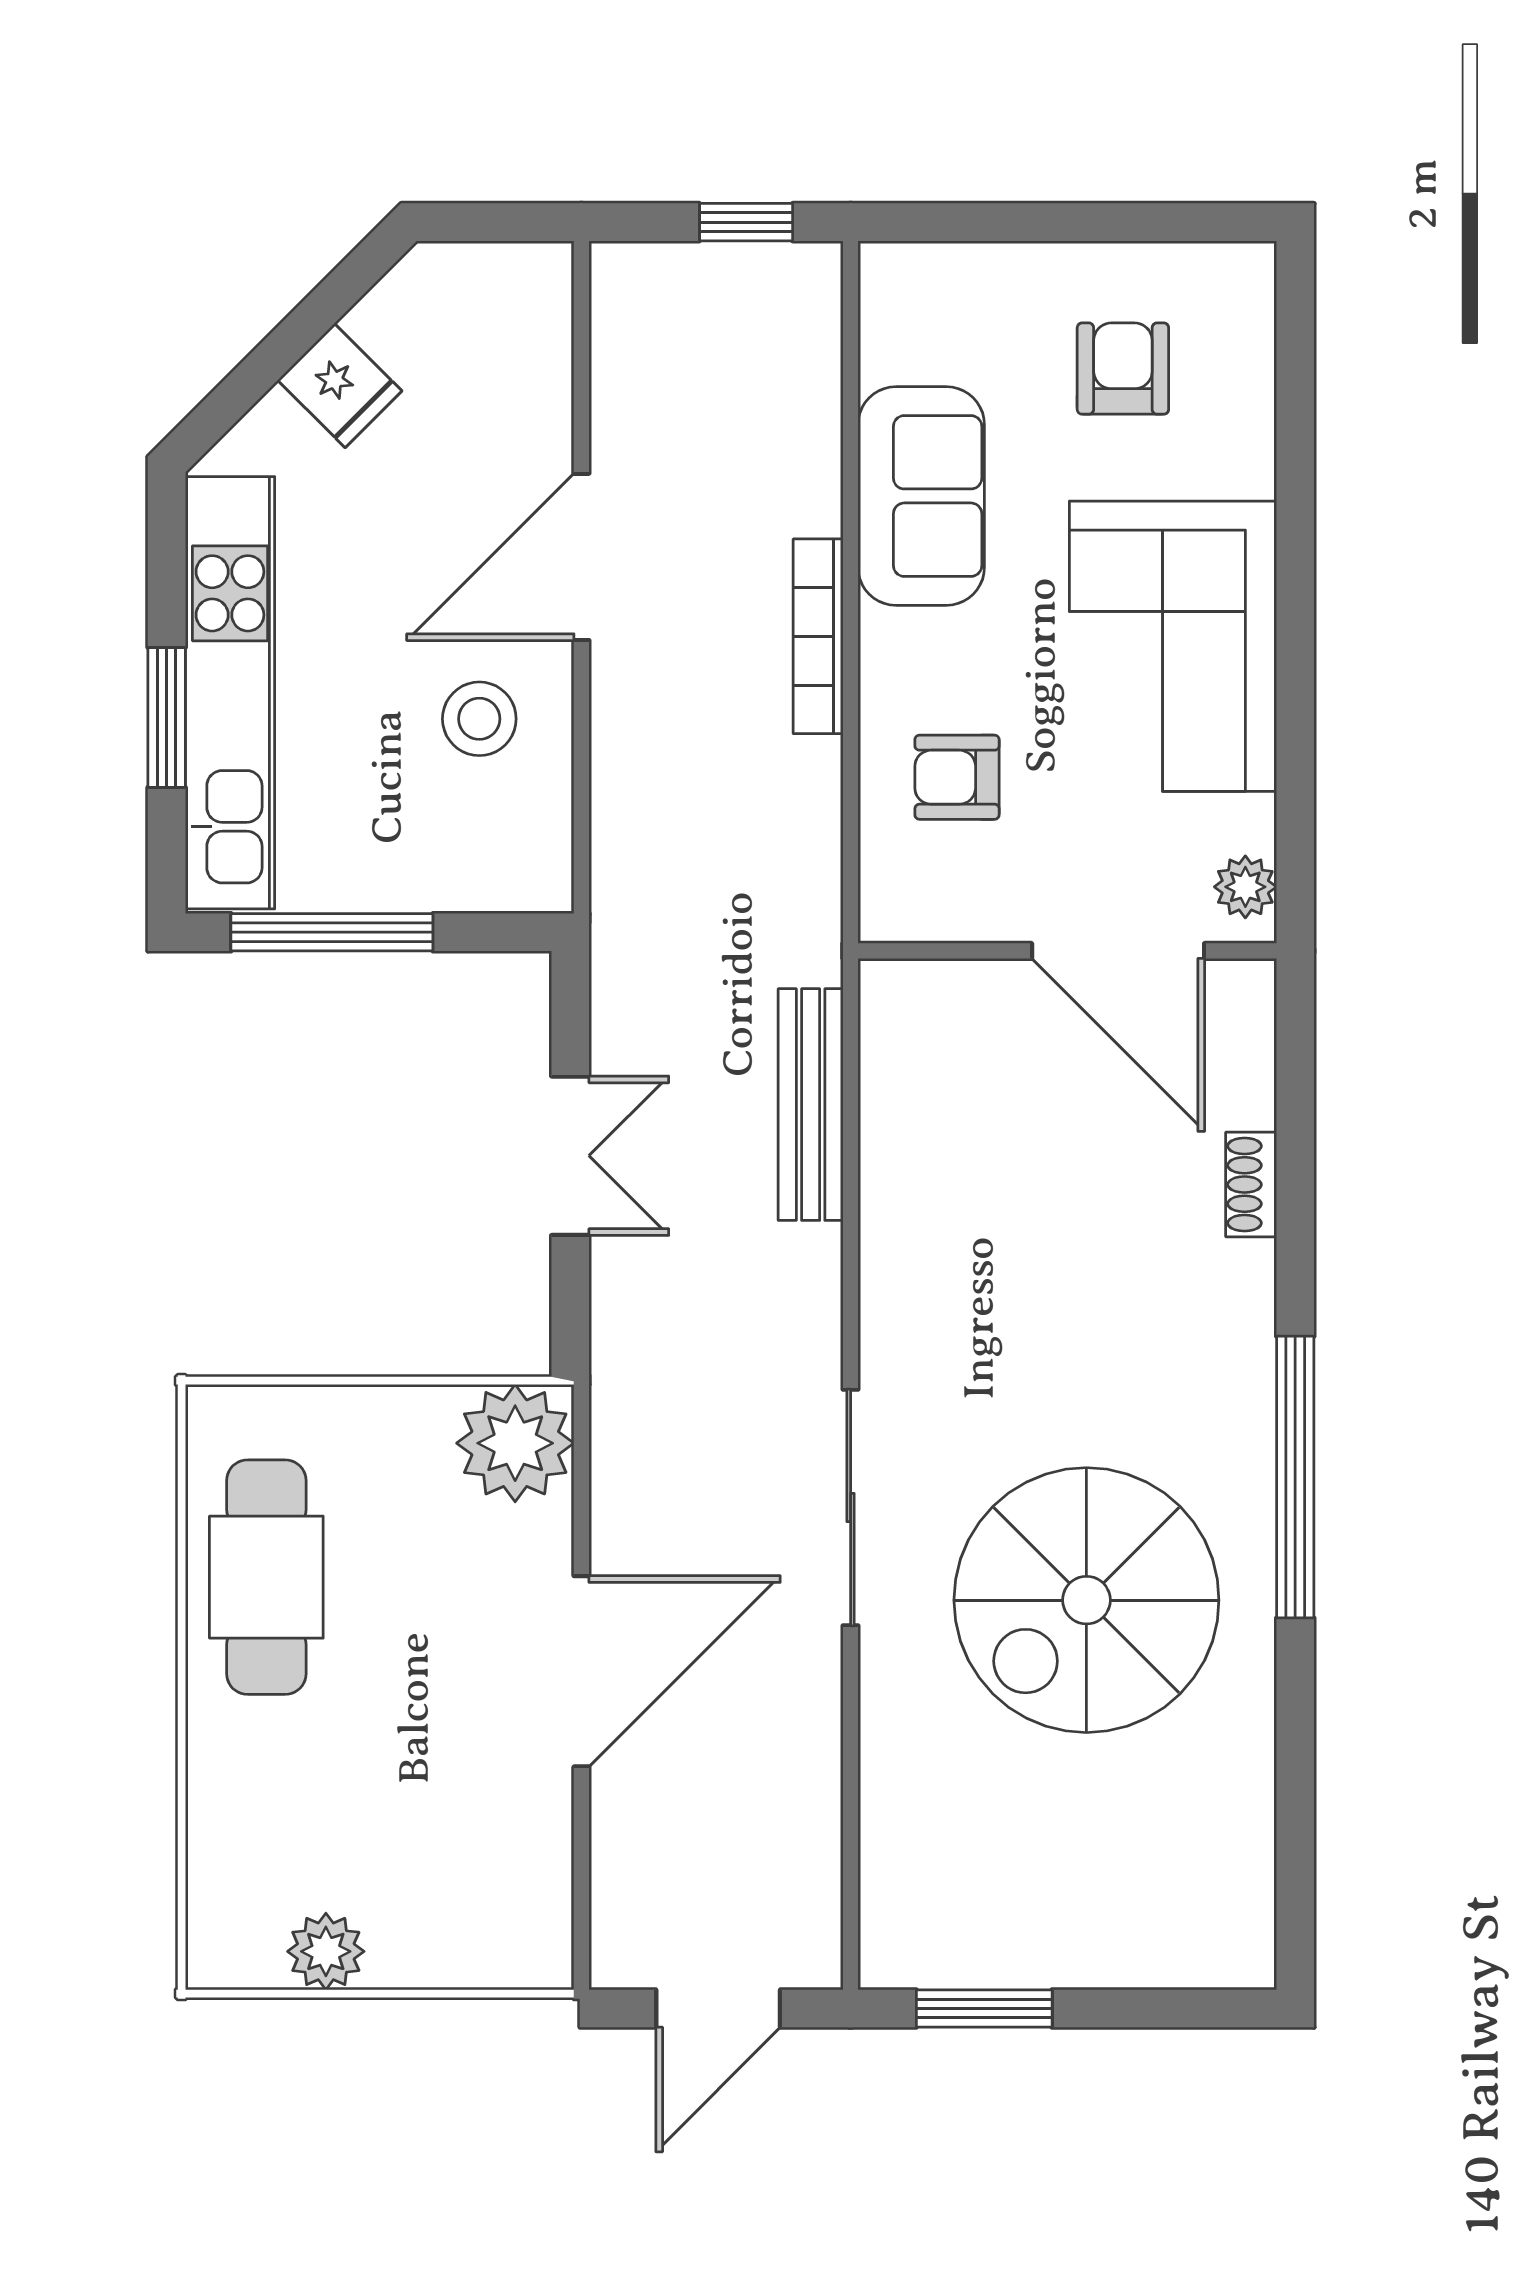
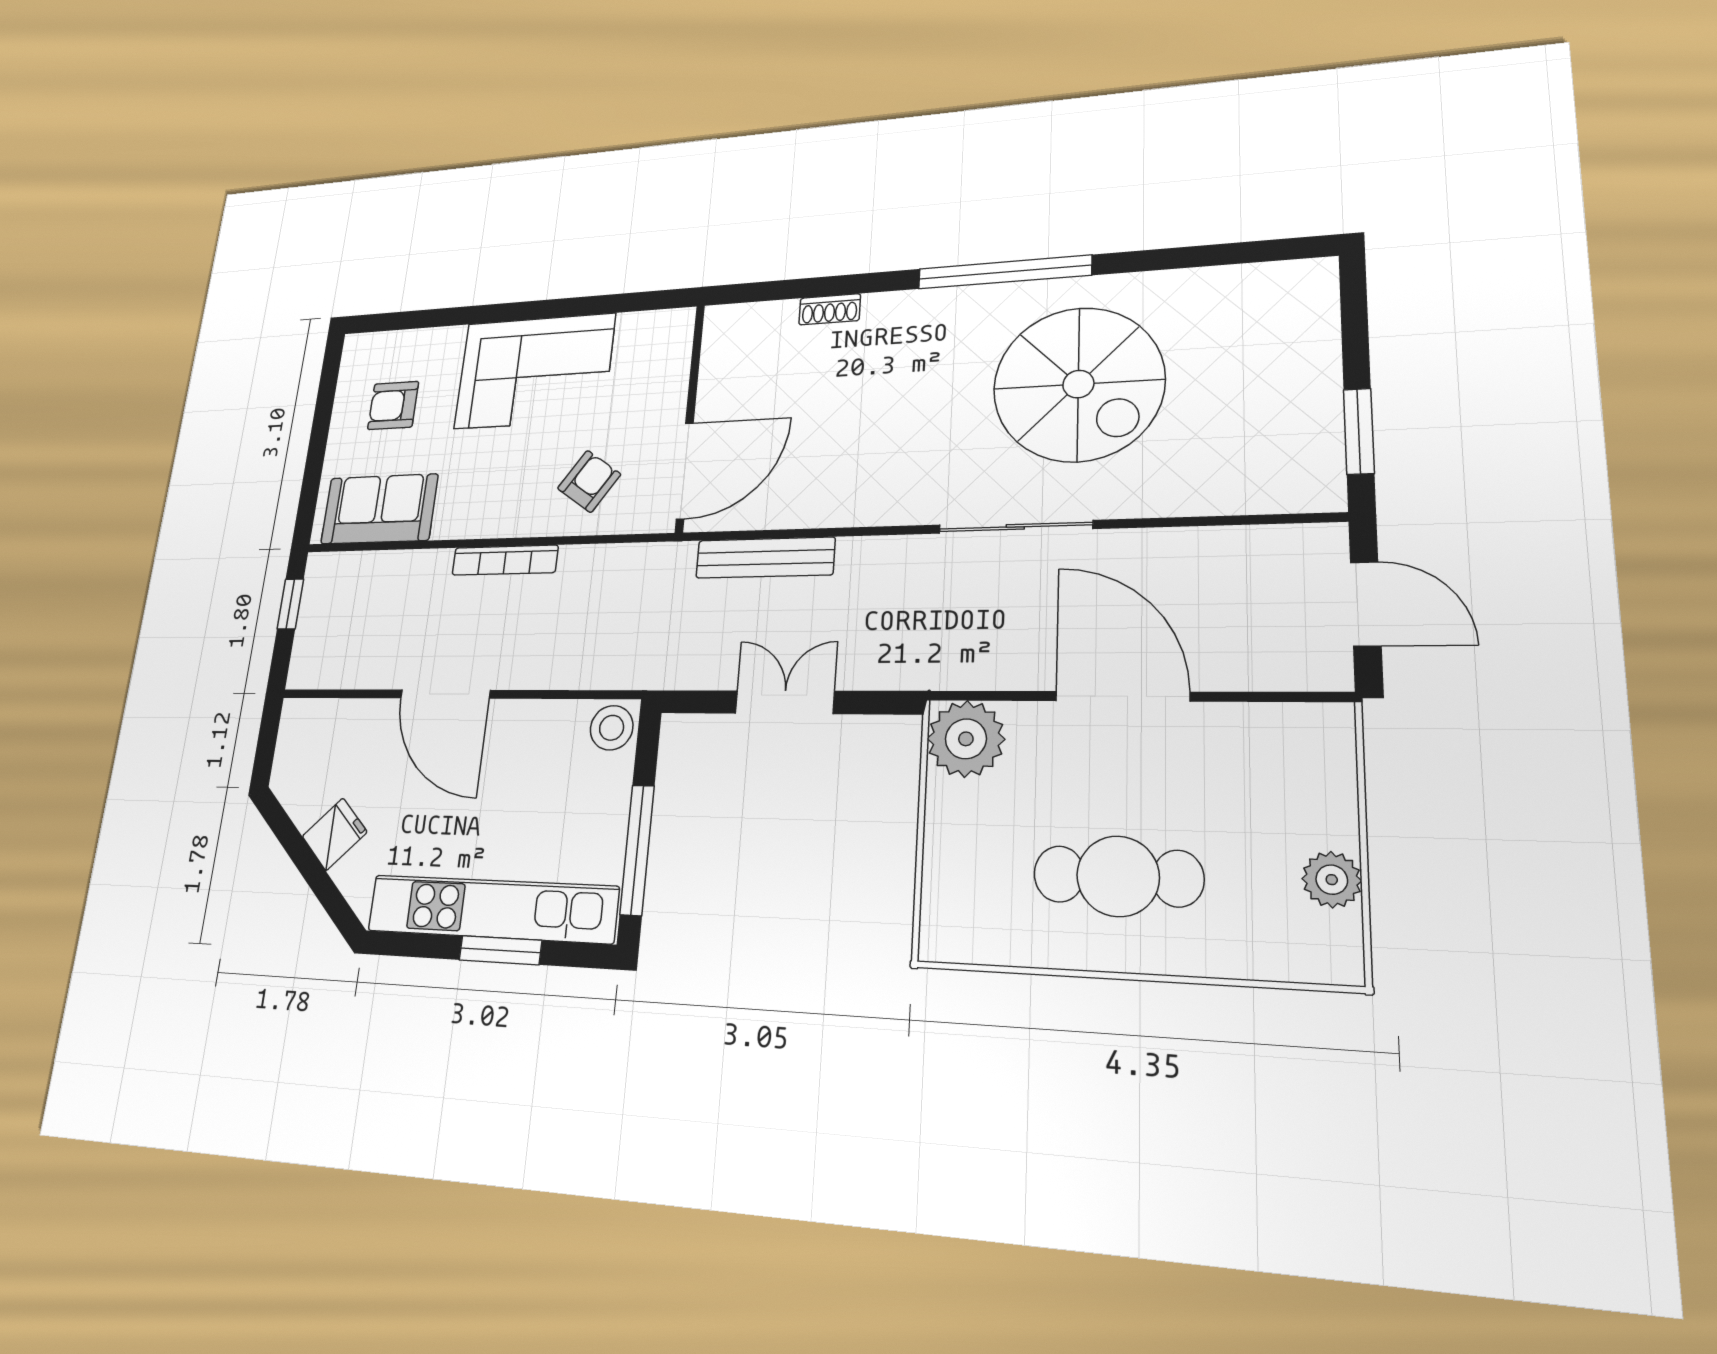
sofa: (921, 496) -> (379, 509), moved
stool: (479, 719) -> (612, 728), moved
armchair: (957, 777) -> (589, 481), turned -145
plant: (1245, 887) -> (665, 325), removed
door: (1118, 951) -> (685, 471), moved
cafe table: (266, 1577) -> (1118, 876), moved

